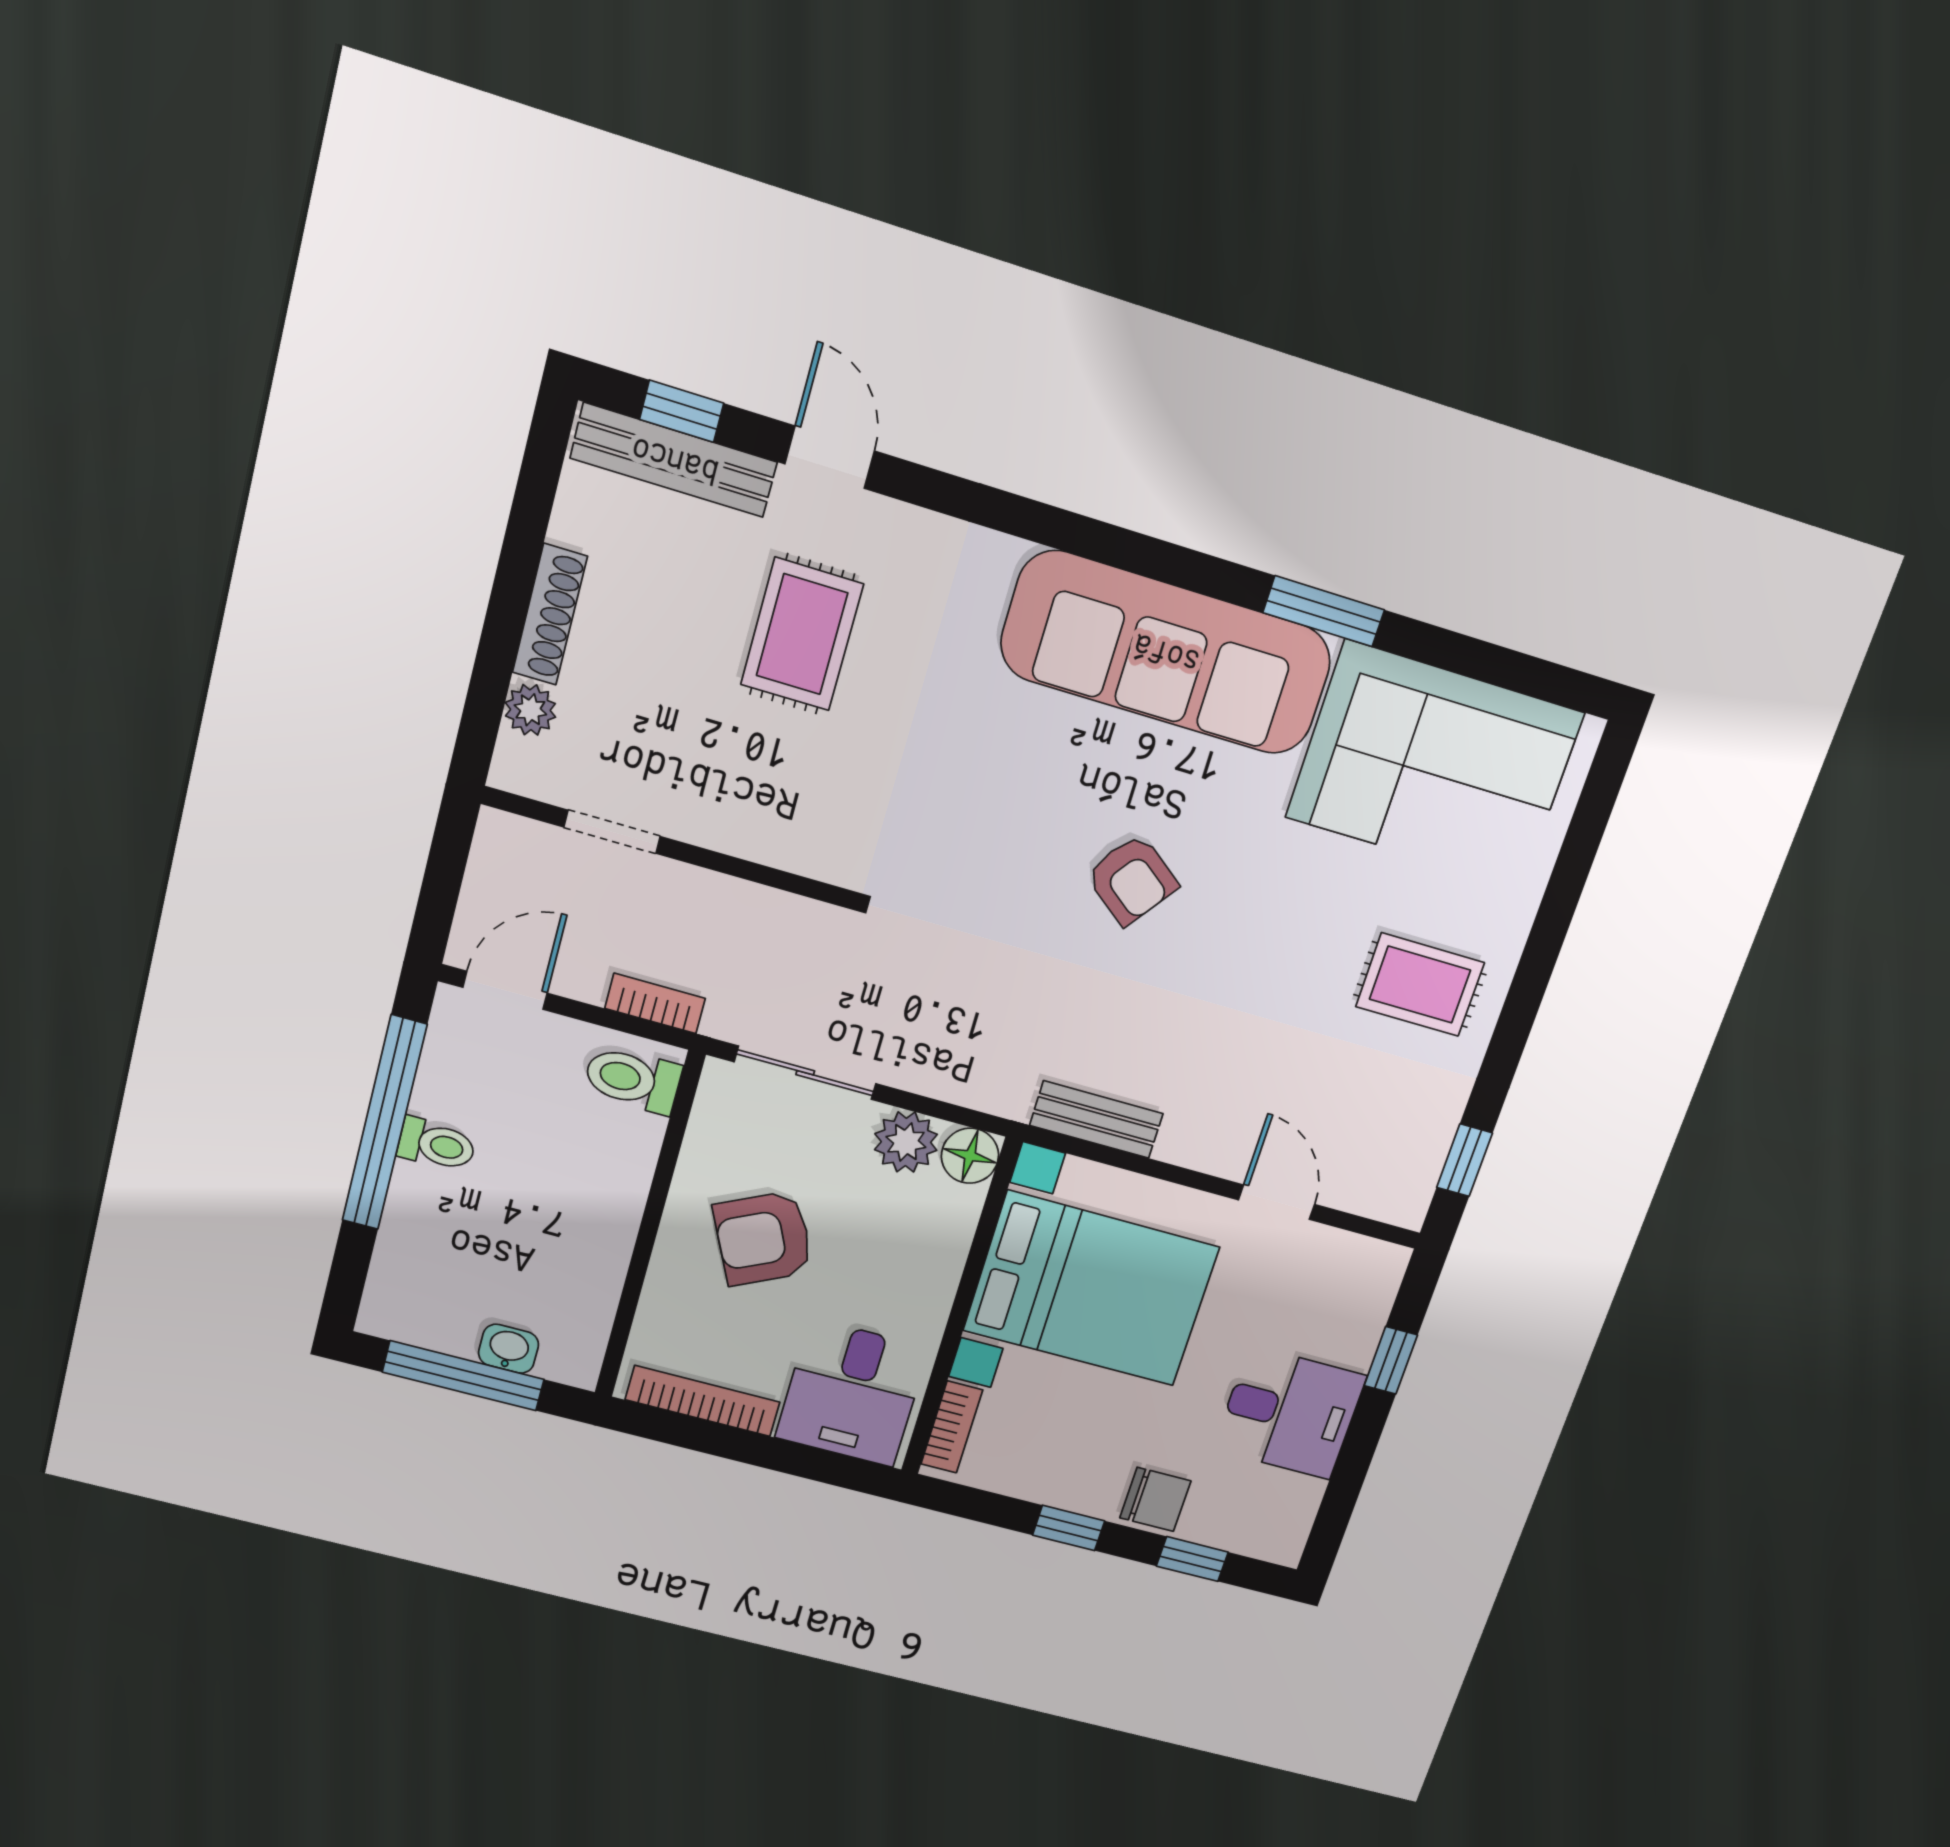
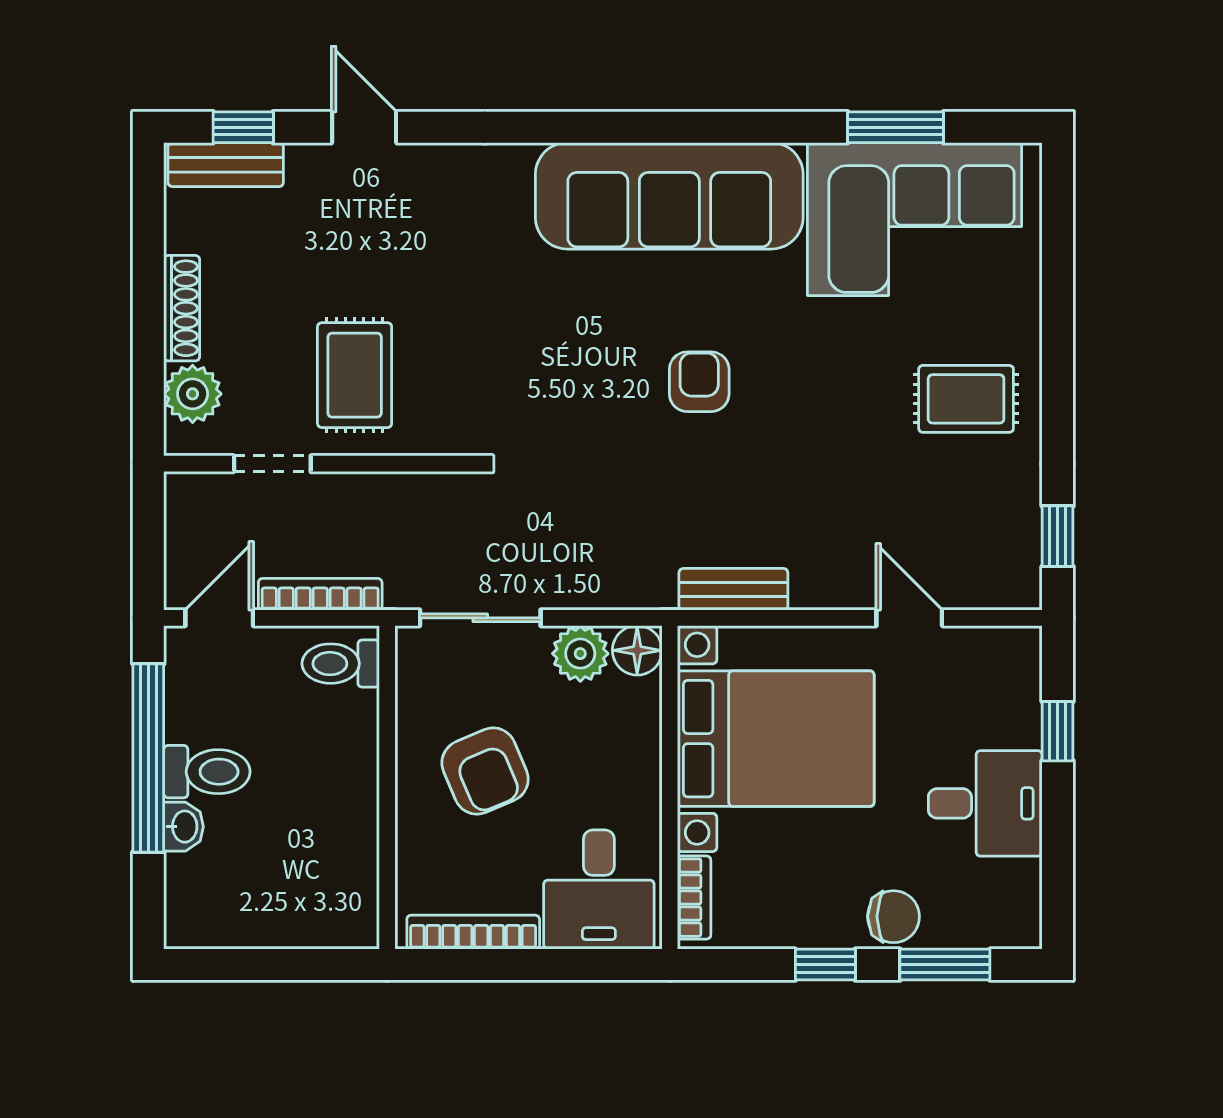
bench: (674, 460) -> (226, 165), width x0.73
window: (1324, 611) -> (896, 127), moved
rug: (802, 634) -> (355, 375), moved
plant: (530, 710) -> (193, 394), width x1.38, depth x1.38
armchair: (1132, 880) -> (699, 382), turned -127
bookcase: (655, 1003) -> (320, 594), width x1.56
toilet: (437, 1145) -> (207, 772), width x1.37, depth x1.39
armchair: (763, 1238) -> (485, 771), turned -87
washbasin: (509, 1349) -> (184, 827), moved, turned 90
window: (463, 1376) -> (265, 965), removed
window: (1192, 1559) -> (945, 965), width x1.50

